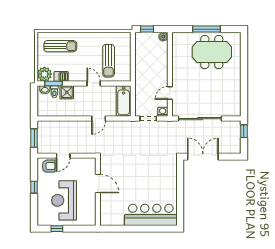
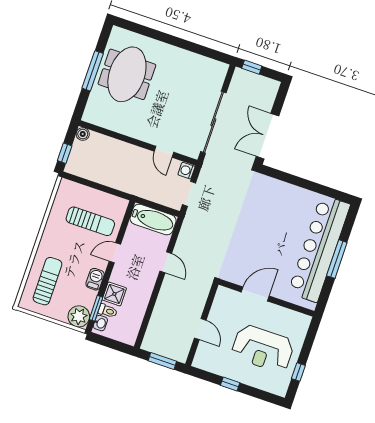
barbecue: (61, 76) -> (95, 279), moved
armchair: (49, 166) -> (208, 354), removed
bar counter: (151, 215) -> (319, 249), width x1.36
window: (138, 229) -> (337, 259), added

